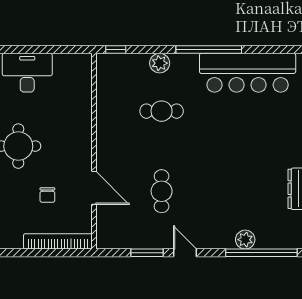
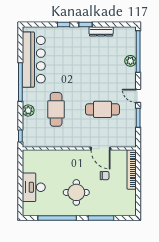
cafe table: (162, 111) -> (56, 109), width x1.37, depth x1.35
door: (94, 188) -> (101, 149), swing flipped
cafe table: (162, 191) -> (102, 109), width x1.37, depth x1.35
door: (185, 253) -> (138, 96), hinge flipped

